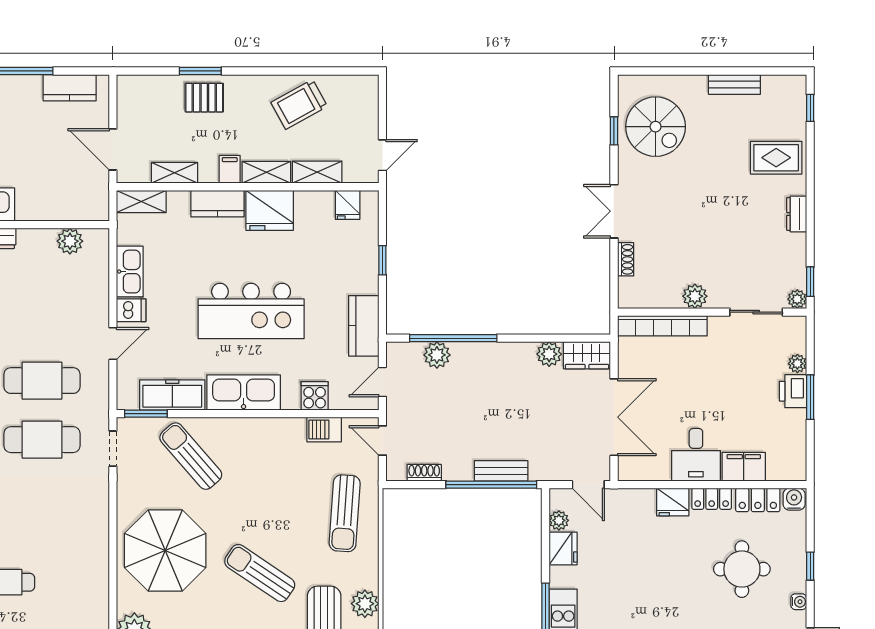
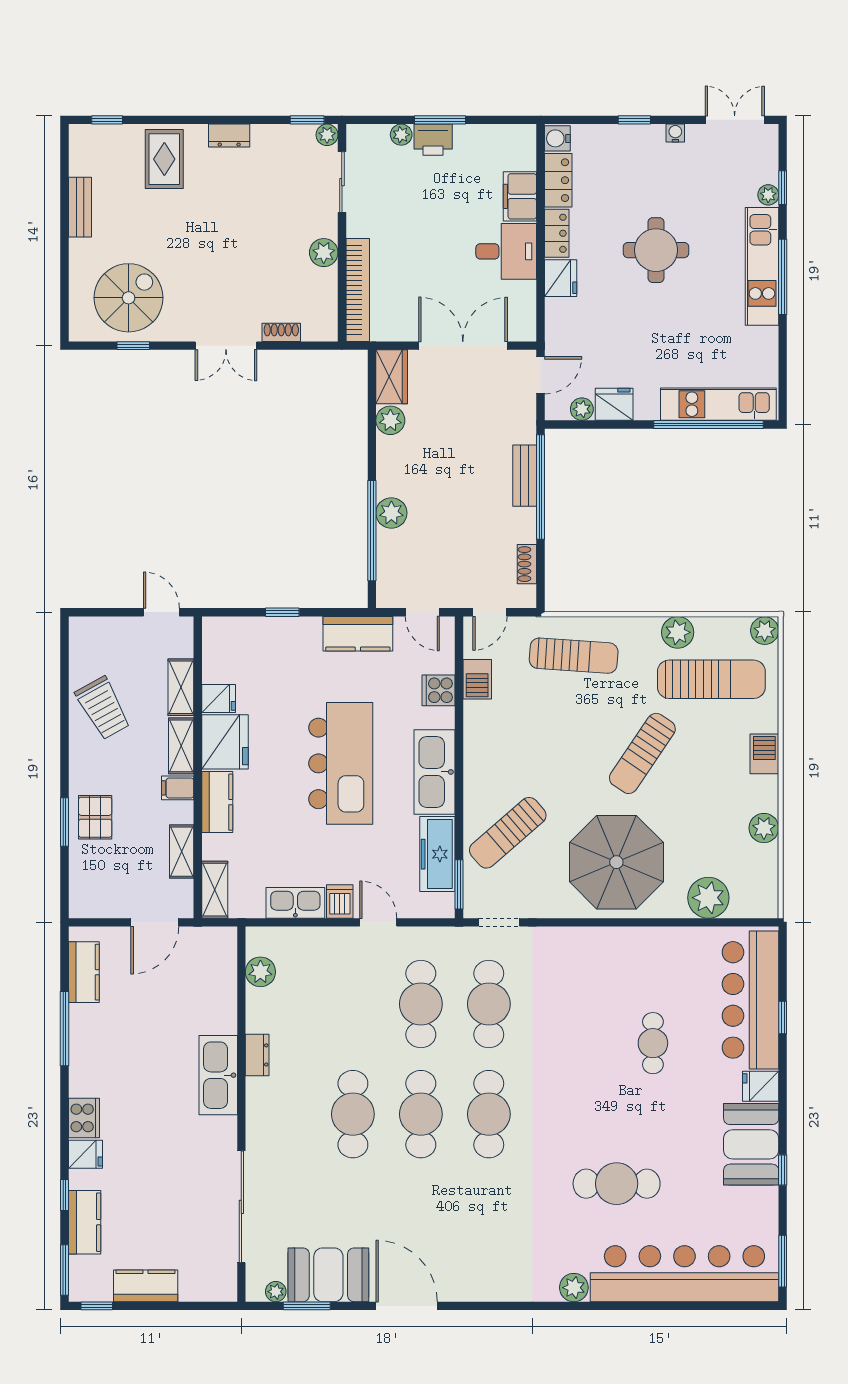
fridge: (348, 205) -> (219, 698), moved
plant: (437, 355) -> (391, 513), moved
round table: (742, 569) -> (656, 250), moved

